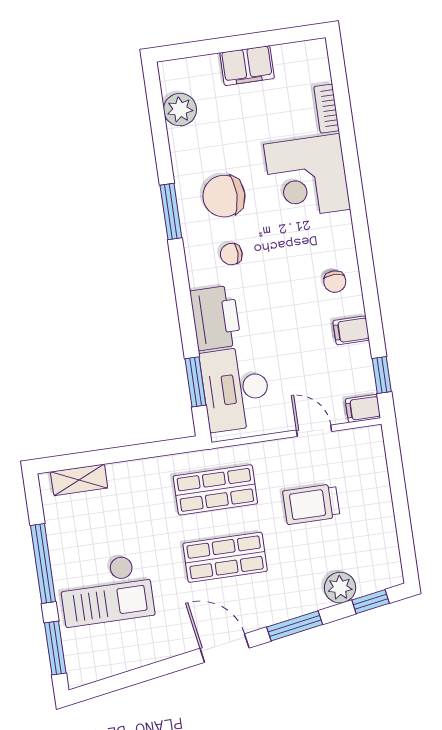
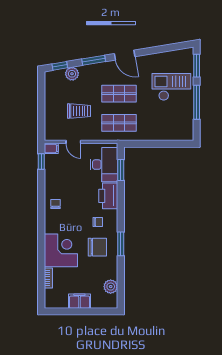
filing cabinet: (351, 330) -> (51, 182), removed
shelving: (79, 480) -> (176, 135), removed

